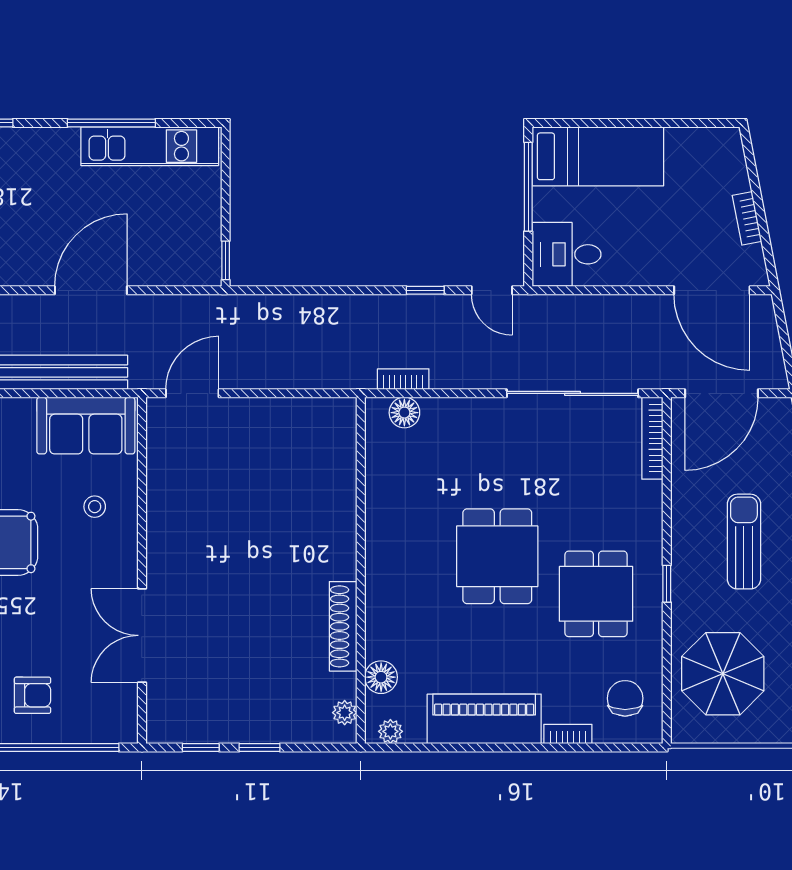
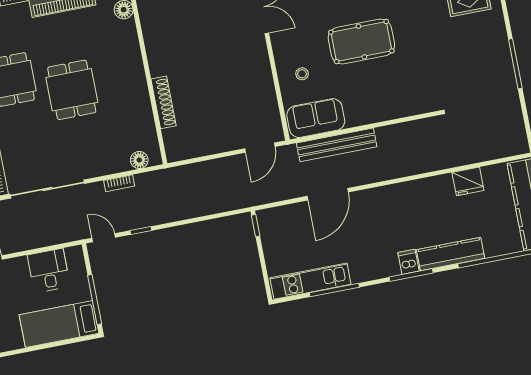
desk: (567, 254) -> (49, 271), moved, turned -90
bookcase: (403, 379) -> (119, 183), moved
shoe rack: (343, 626) -> (164, 102), moved

